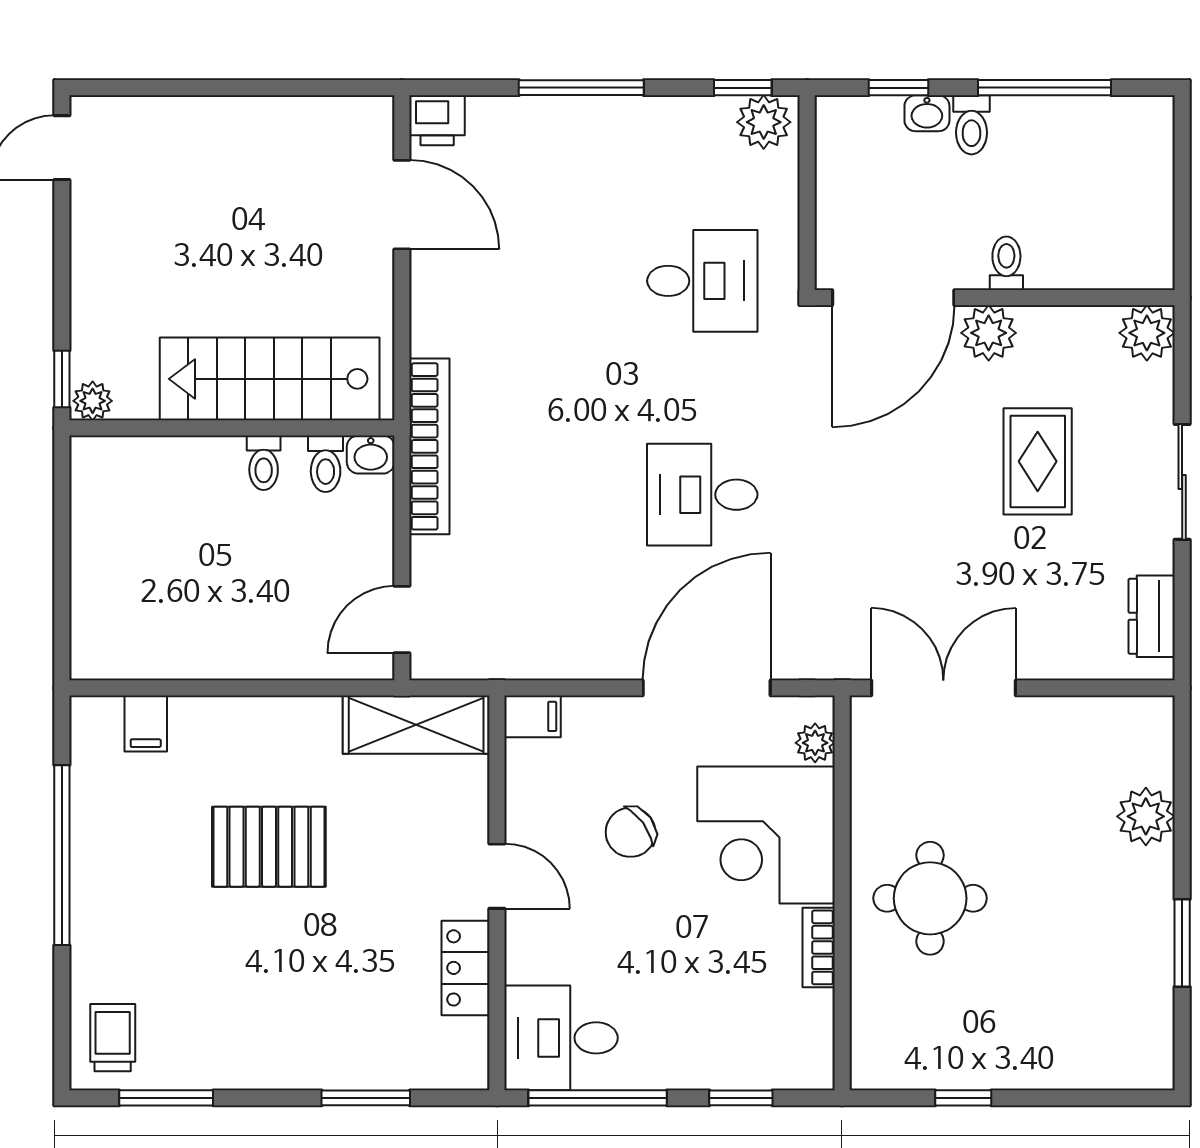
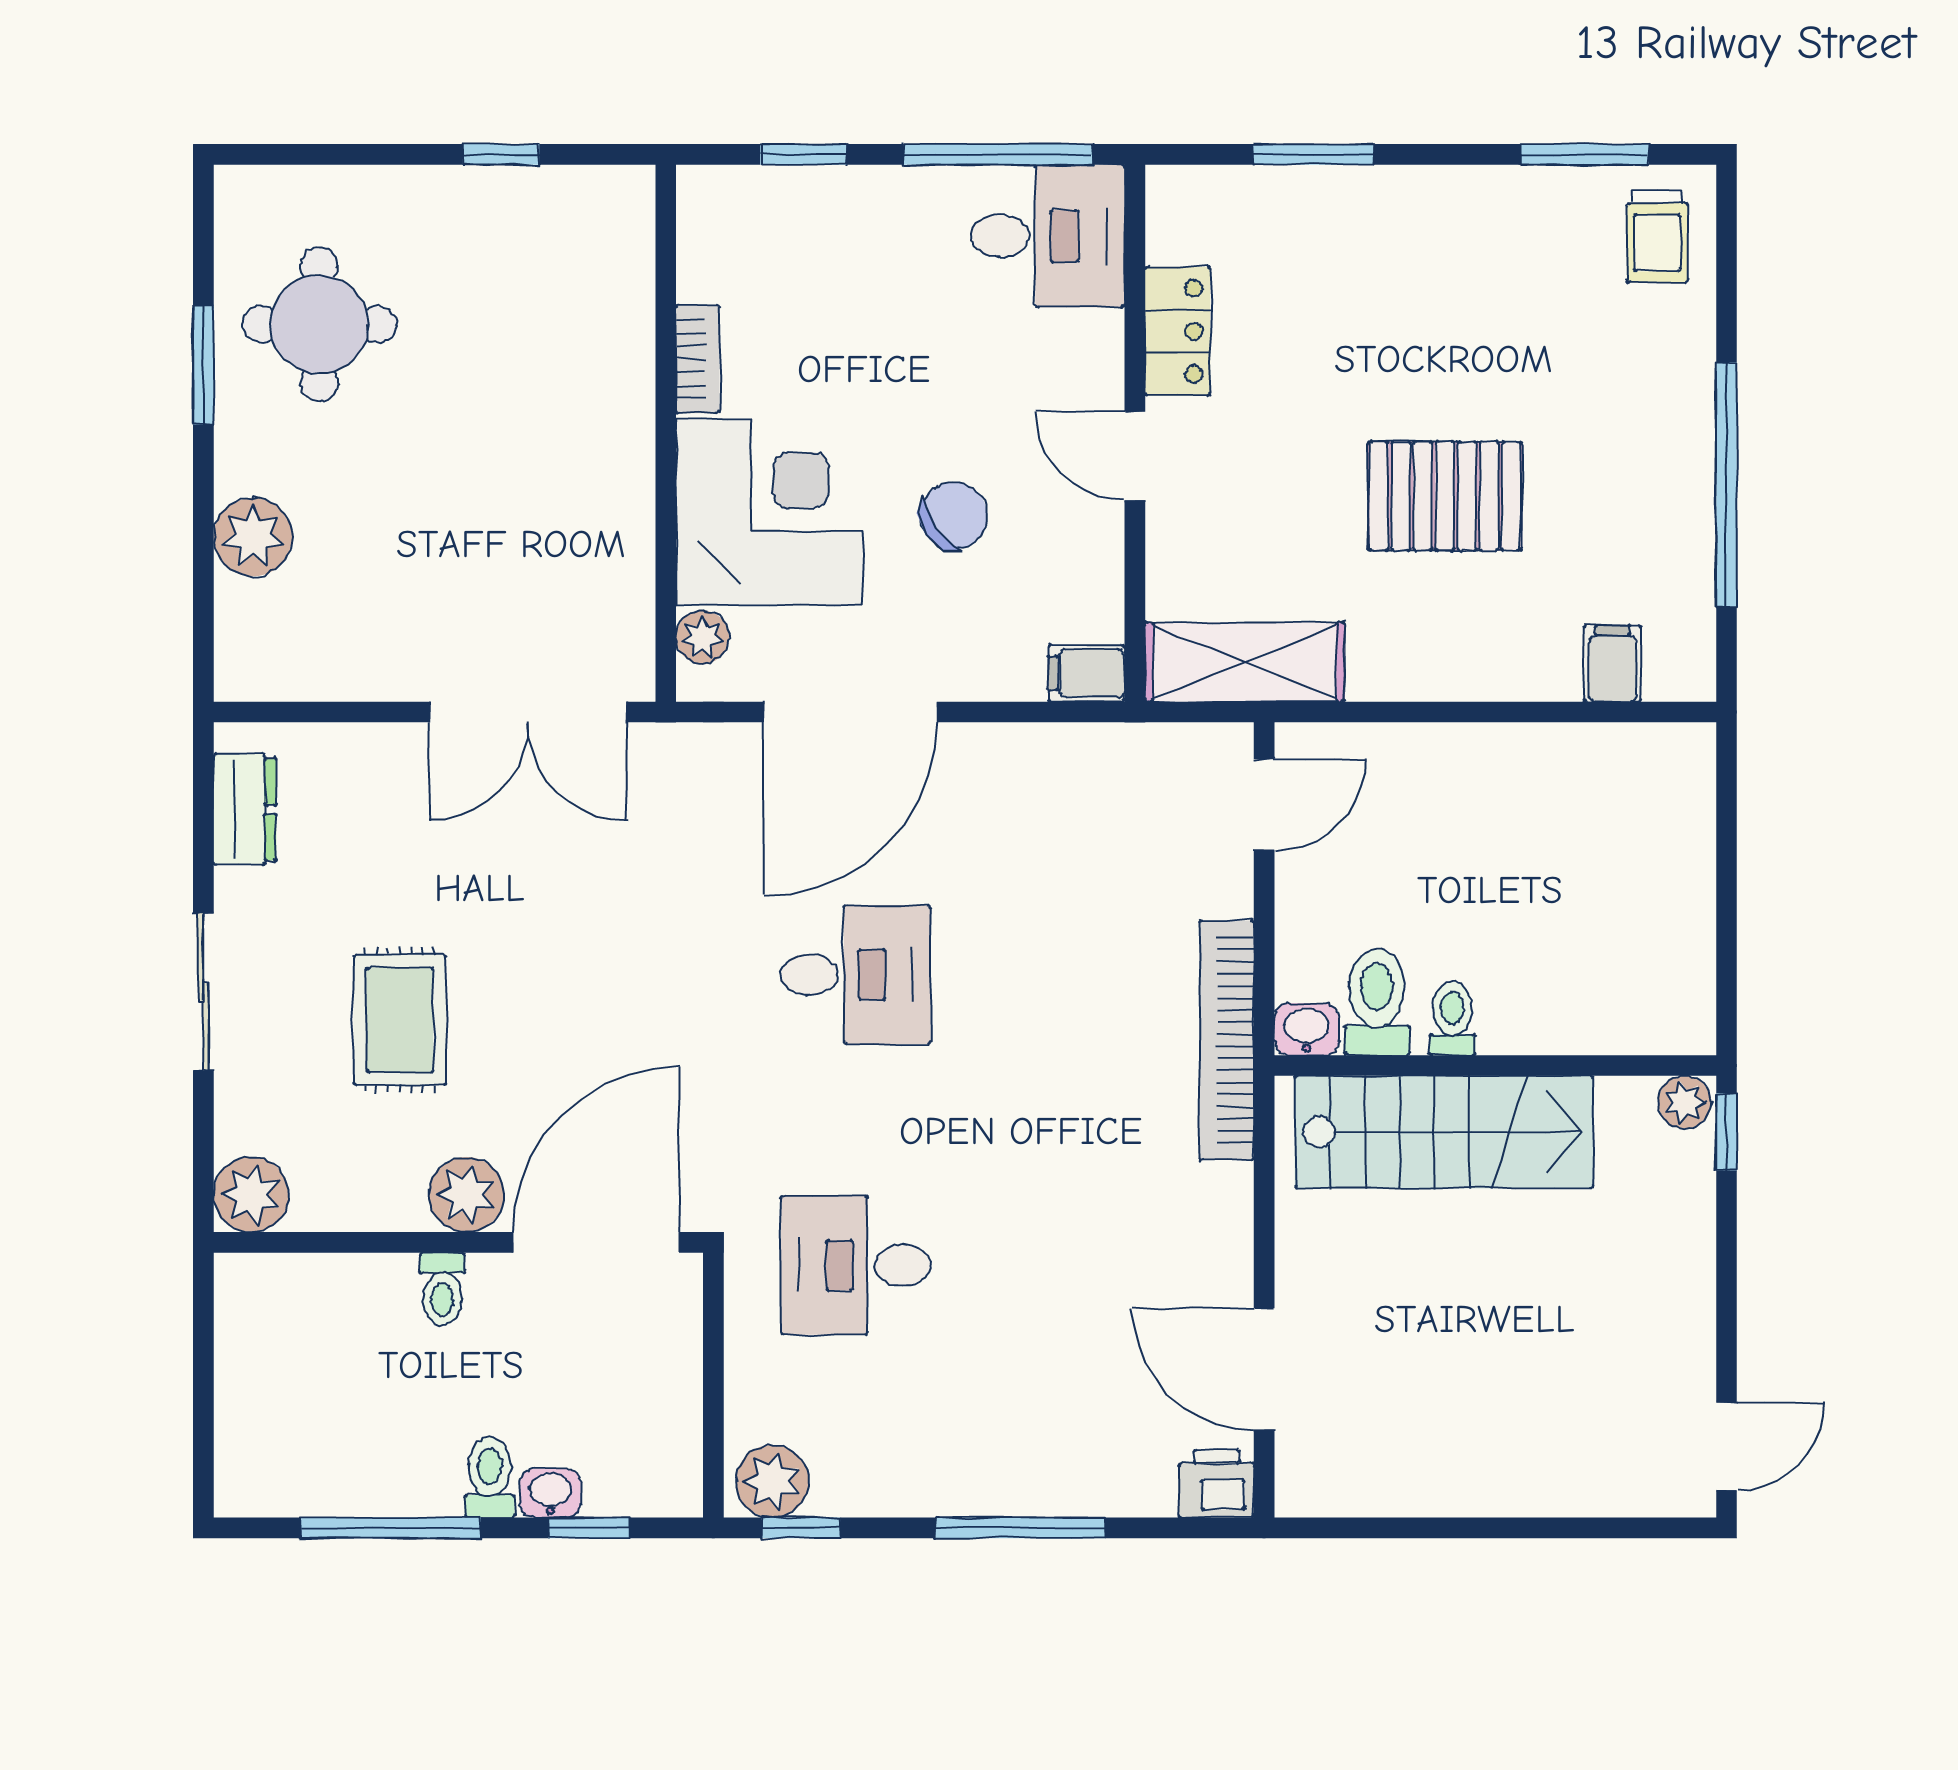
toilet: (326, 464) -> (1377, 1002), width x1.37, depth x1.39
round table: (930, 898) -> (319, 324), moved

